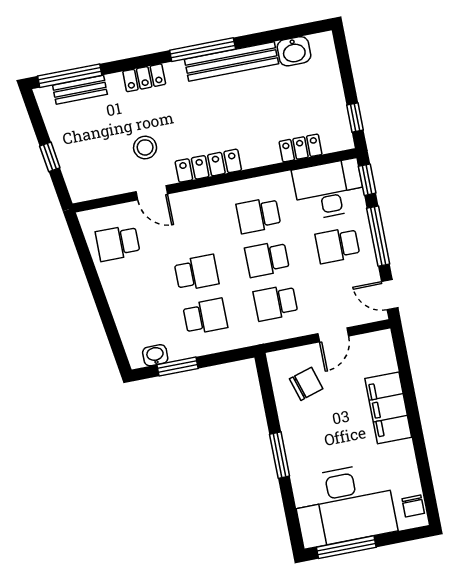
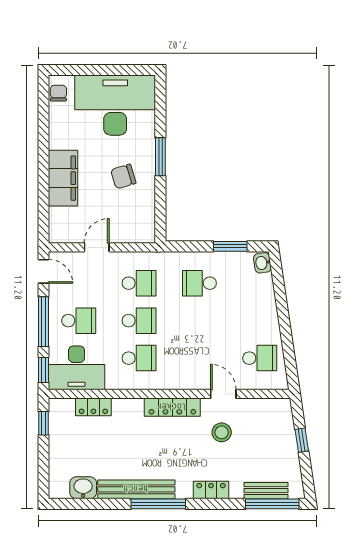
school desk: (197, 273) -> (199, 321), removed
washbasin: (155, 355) -> (262, 263), moved, turned 82
chair: (306, 384) -> (123, 176), moved
window: (346, 547) -> (120, 70), removed

